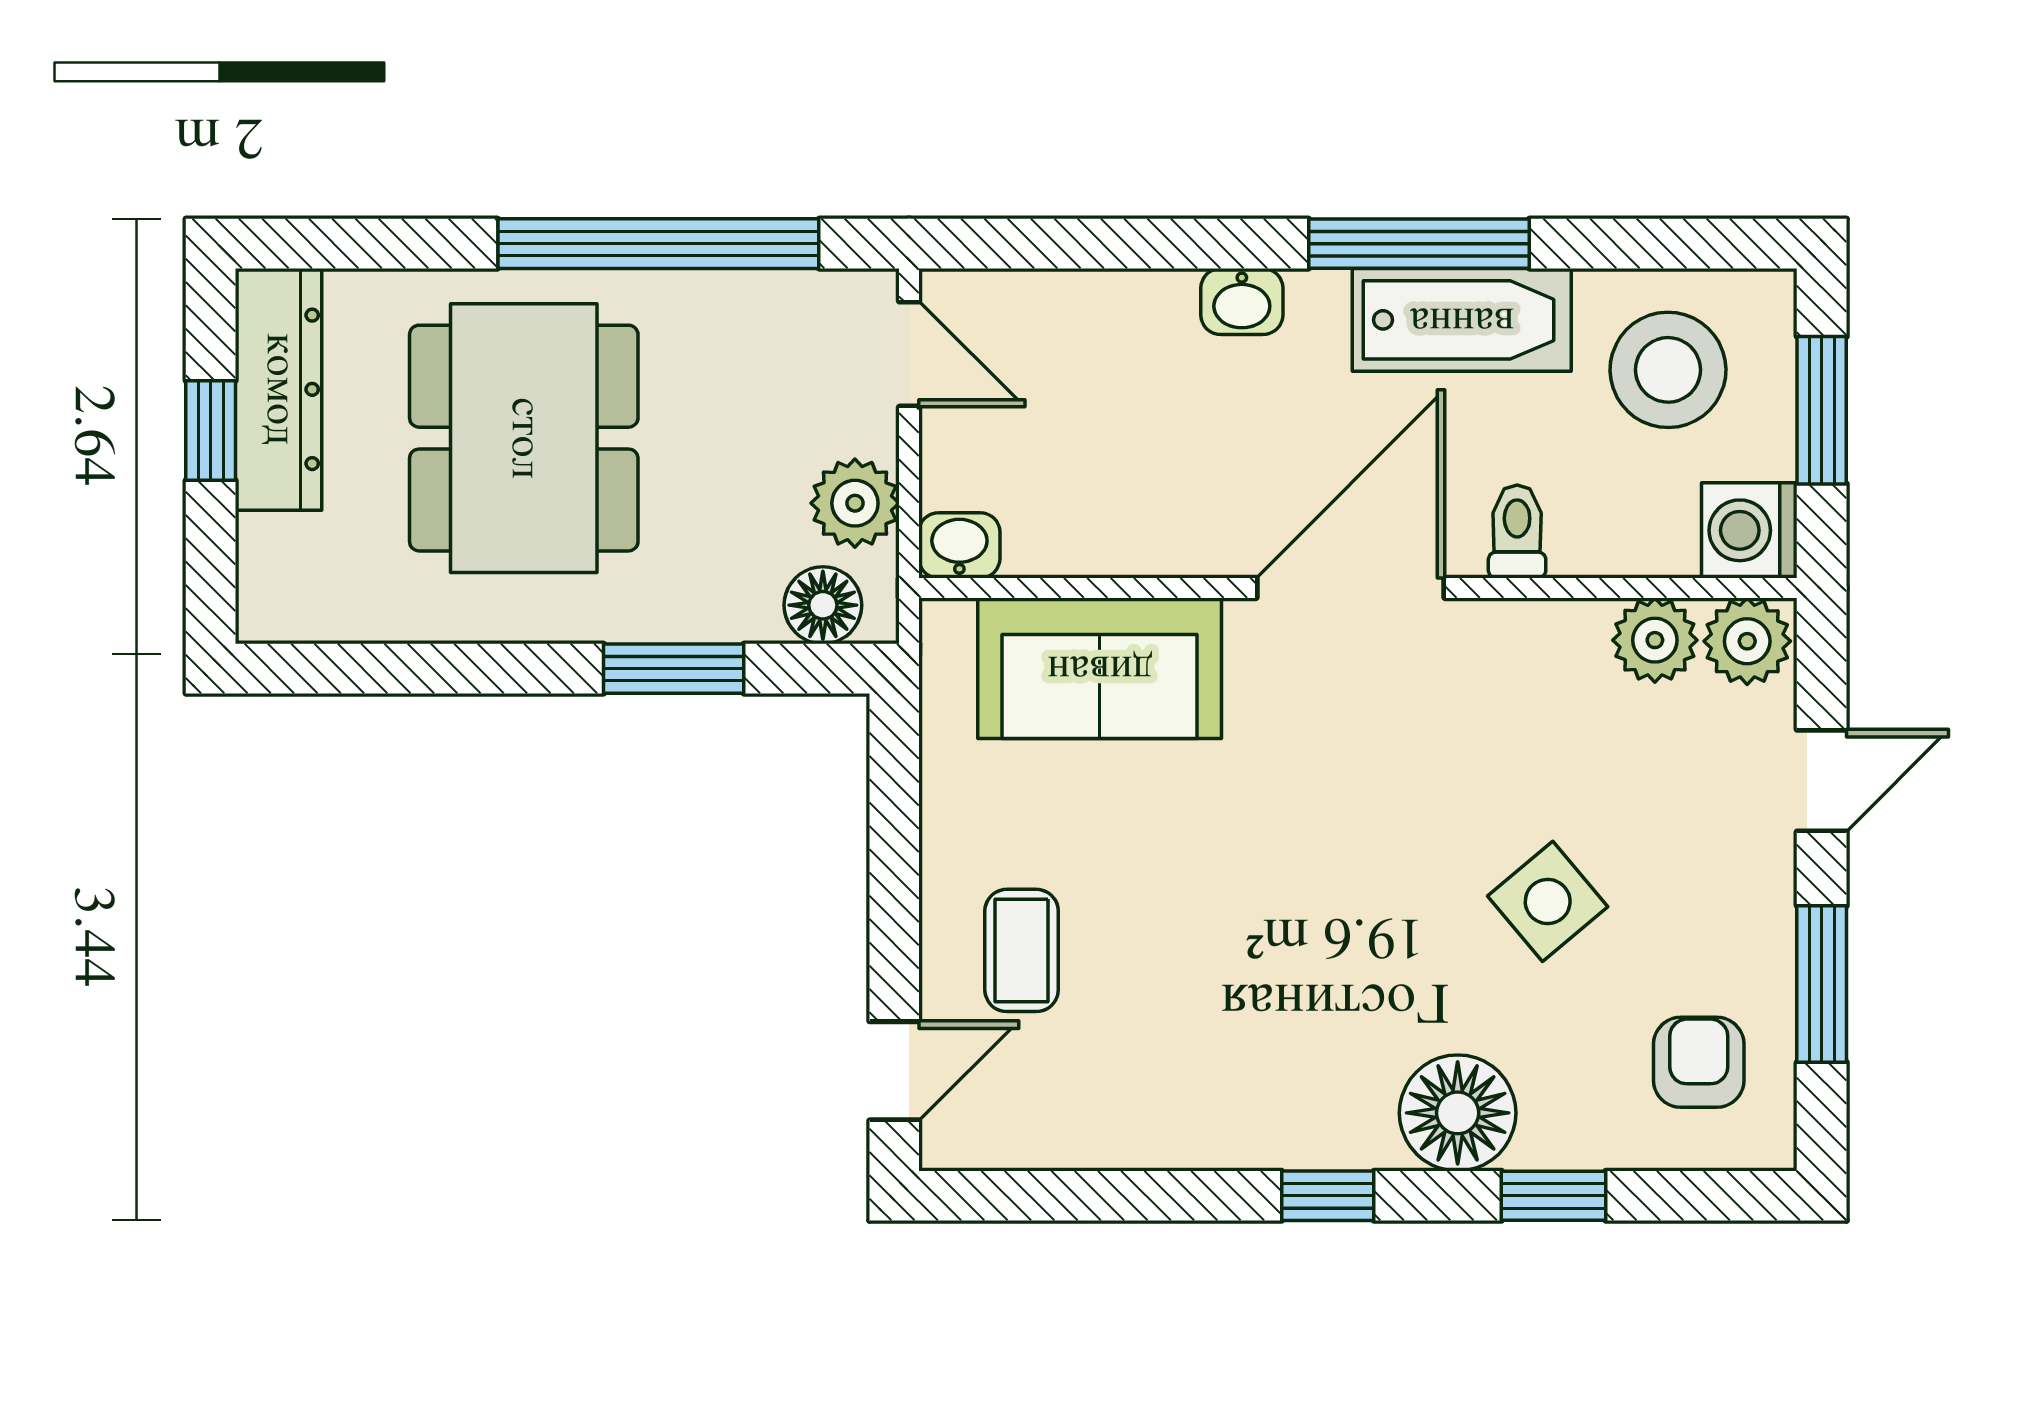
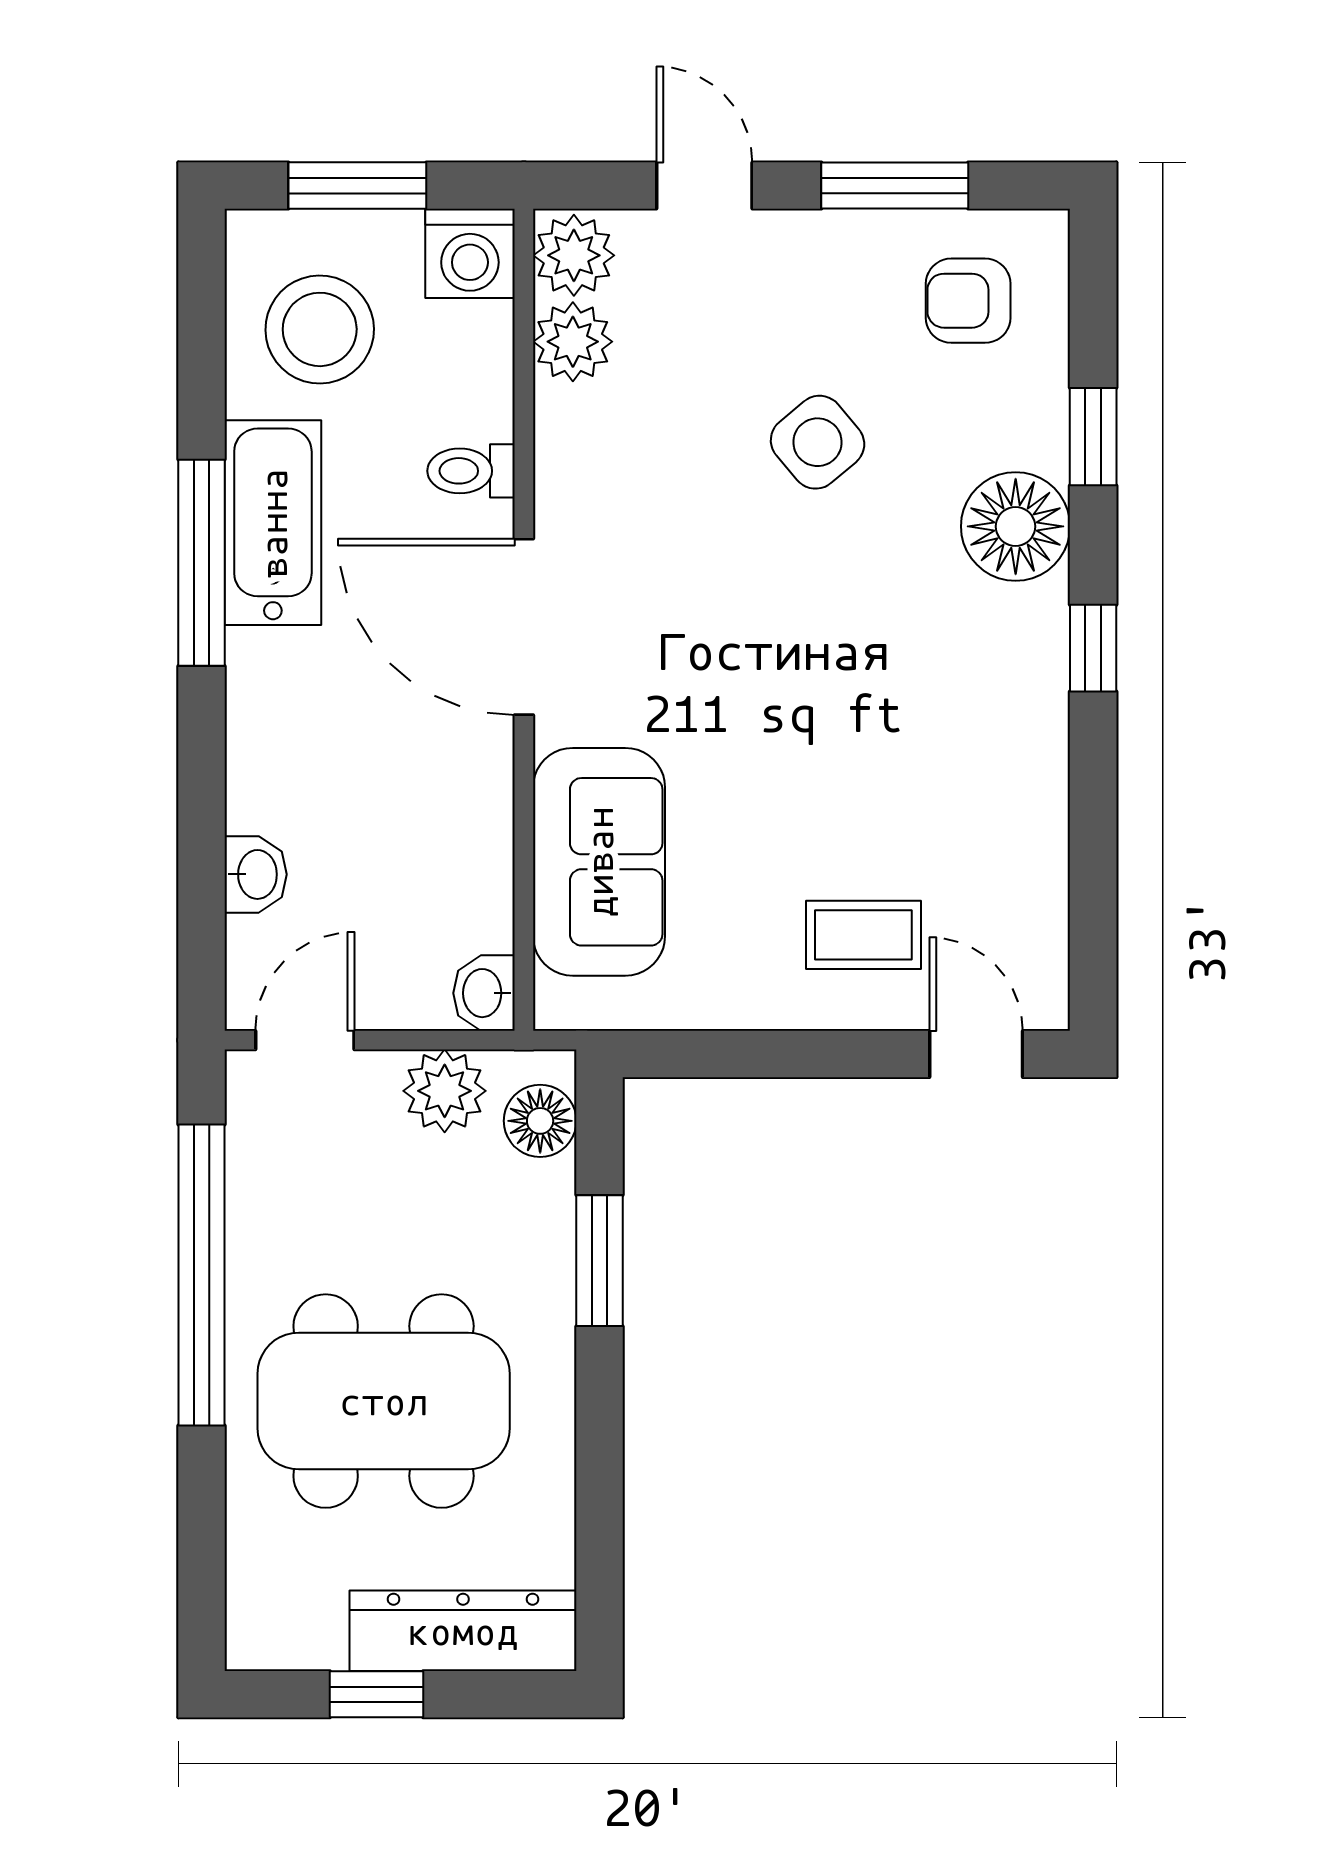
washbasin: (1242, 301) -> (256, 874), moved
dresser: (279, 389) -> (463, 1631), moved

